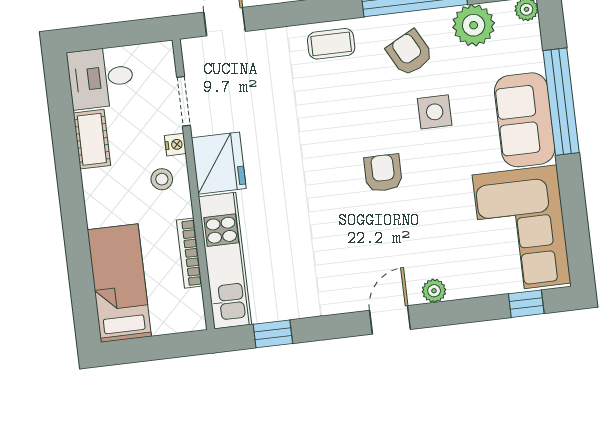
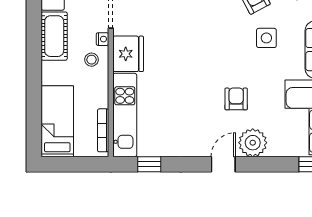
cot: (92, 139) -> (54, 36), width x1.37, depth x1.34
armchair: (383, 173) -> (236, 99), moved
bookcase: (189, 253) -> (103, 130), moved
plant: (434, 291) -> (253, 143), width x1.88, depth x1.88

